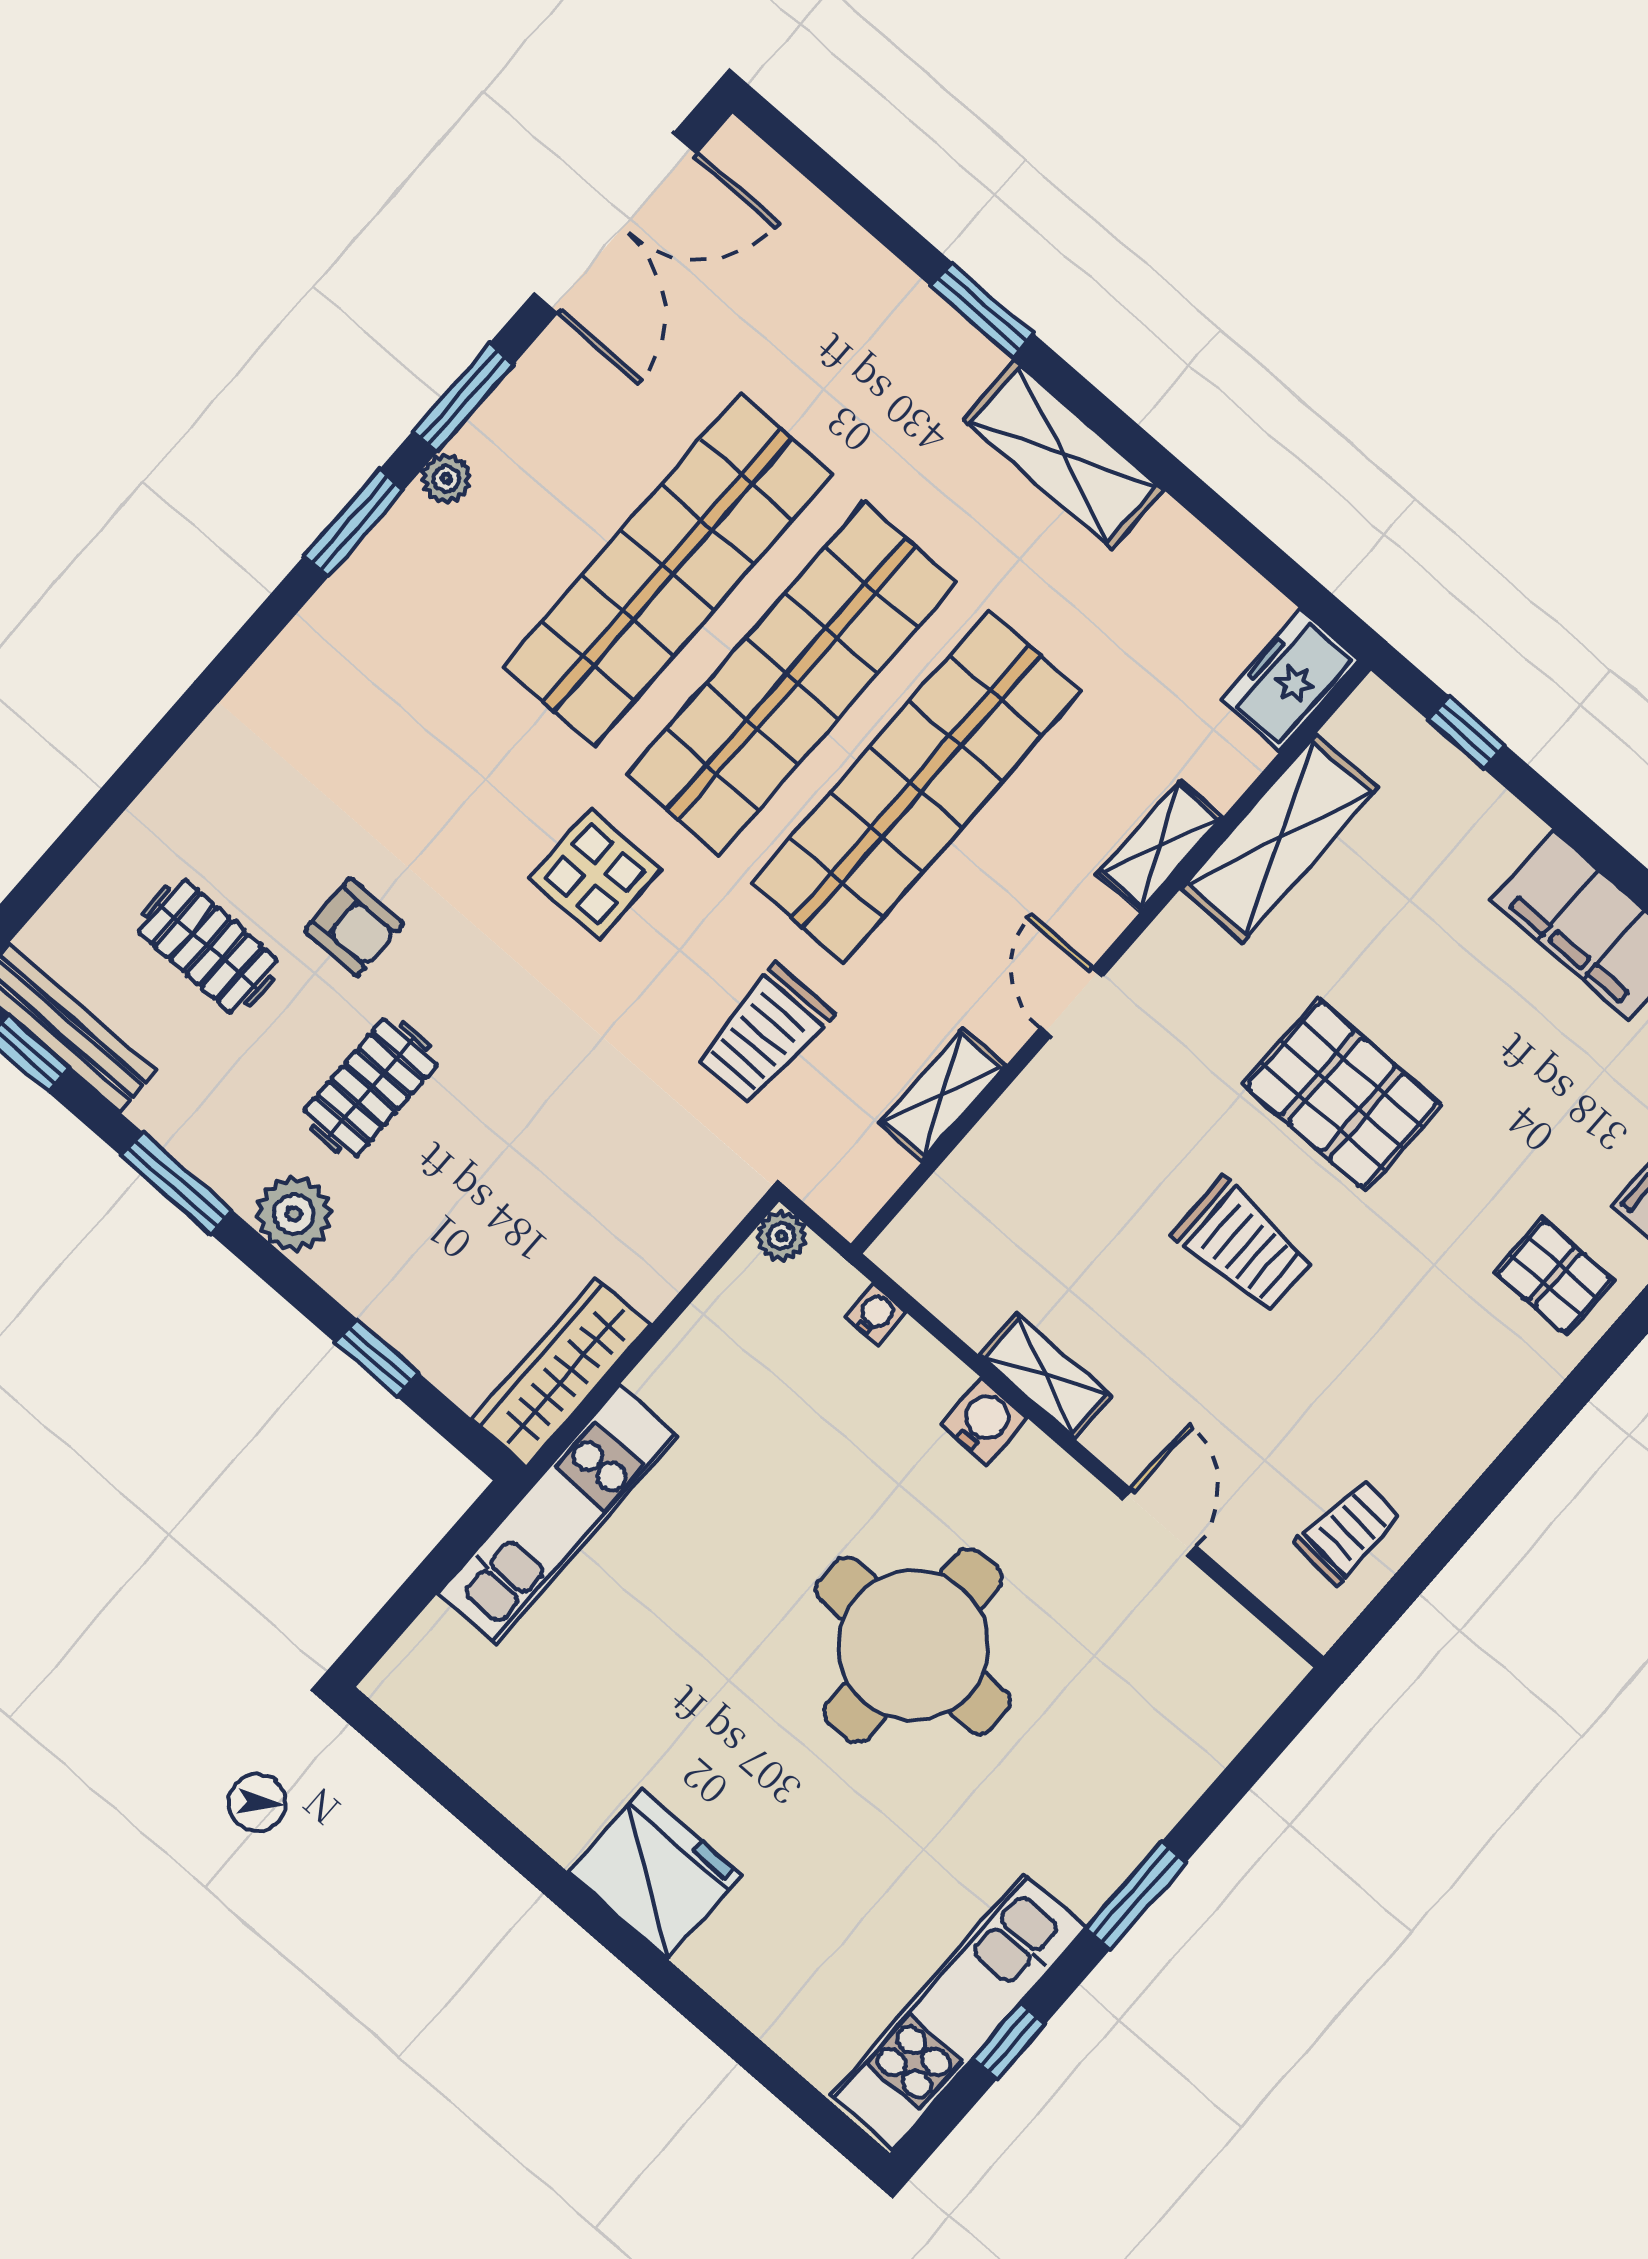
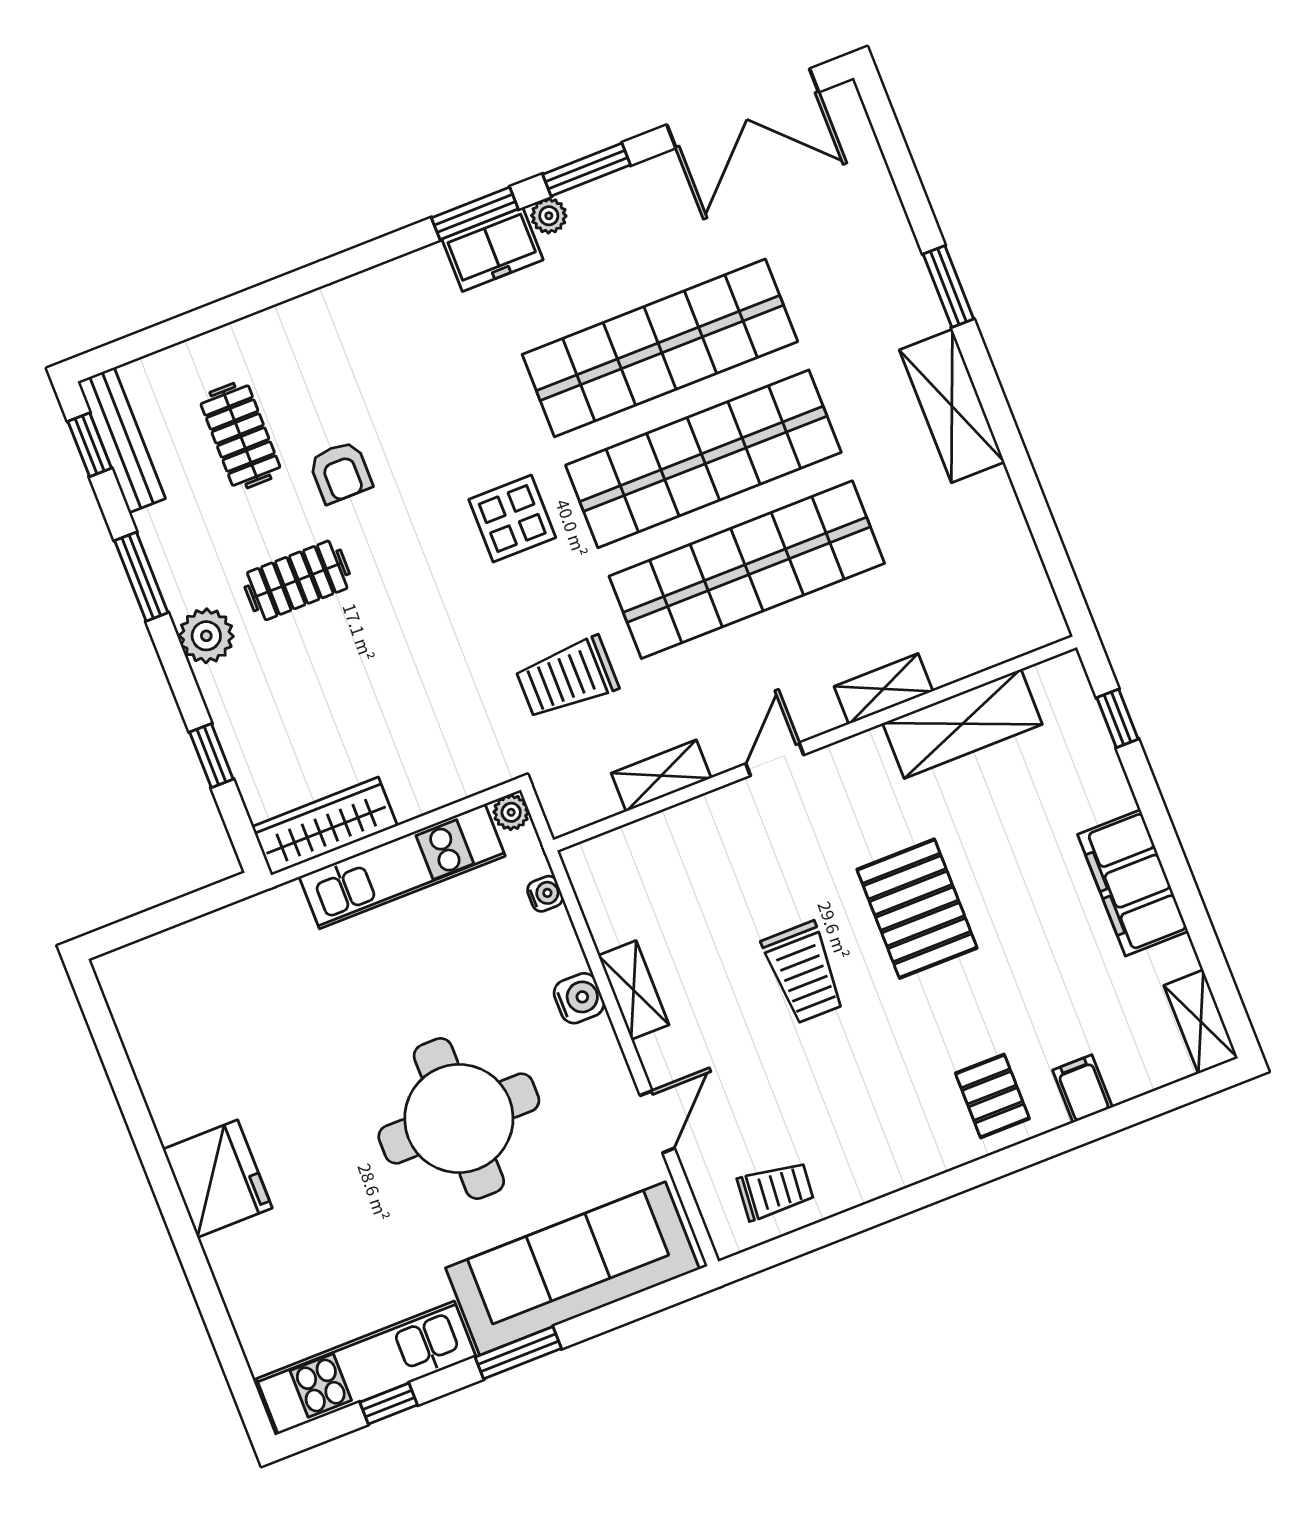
freezer: (1290, 680) -> (493, 249), moved, turned 180
kitchen unit: (558, 1514) -> (402, 866), moved
sofa: (1149, 1757) -> (573, 1269), added

